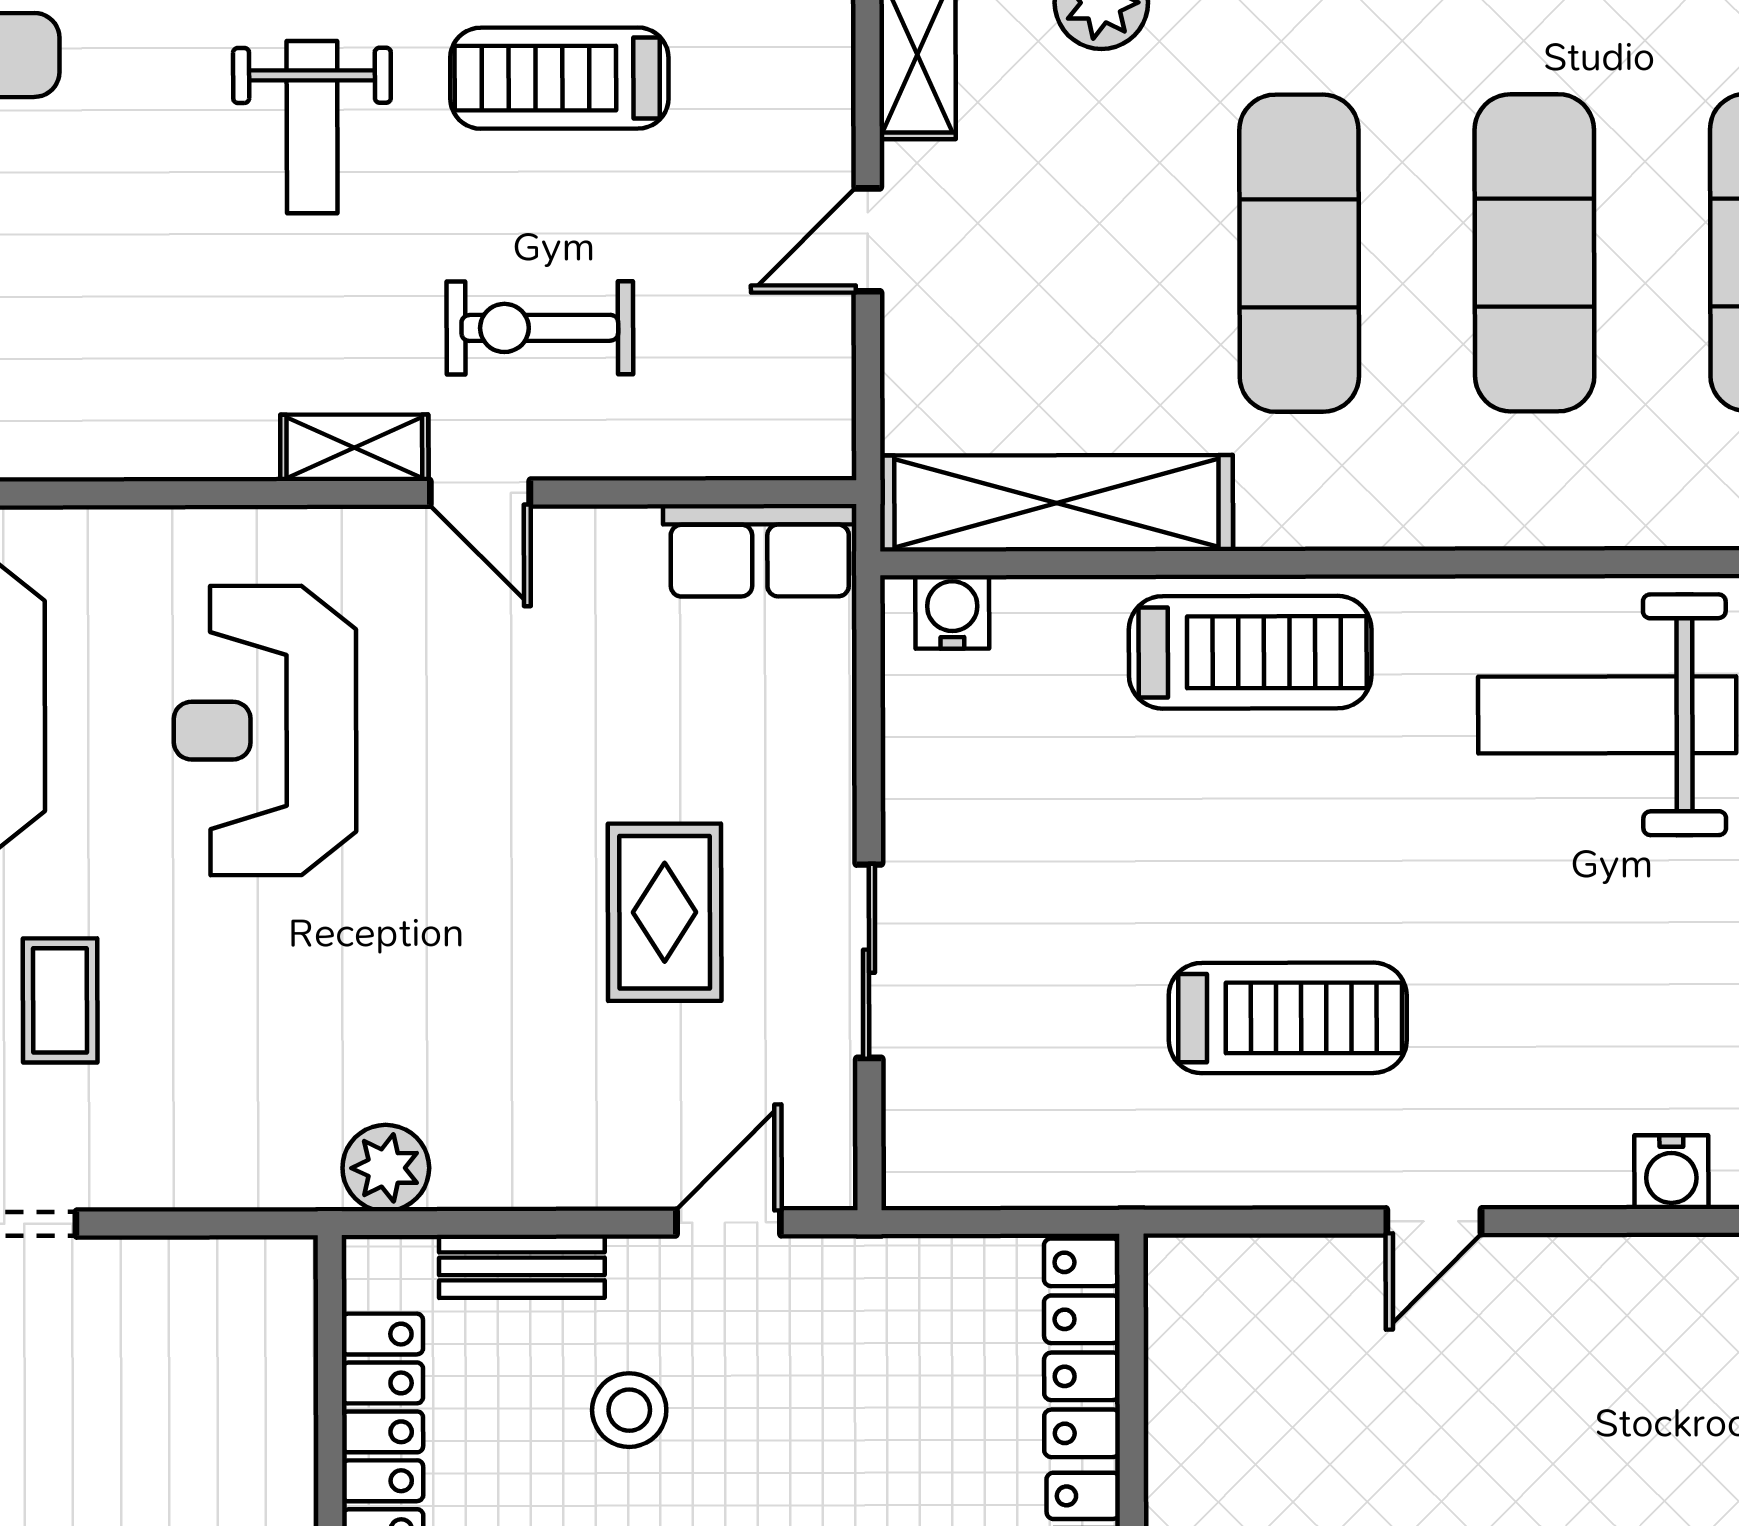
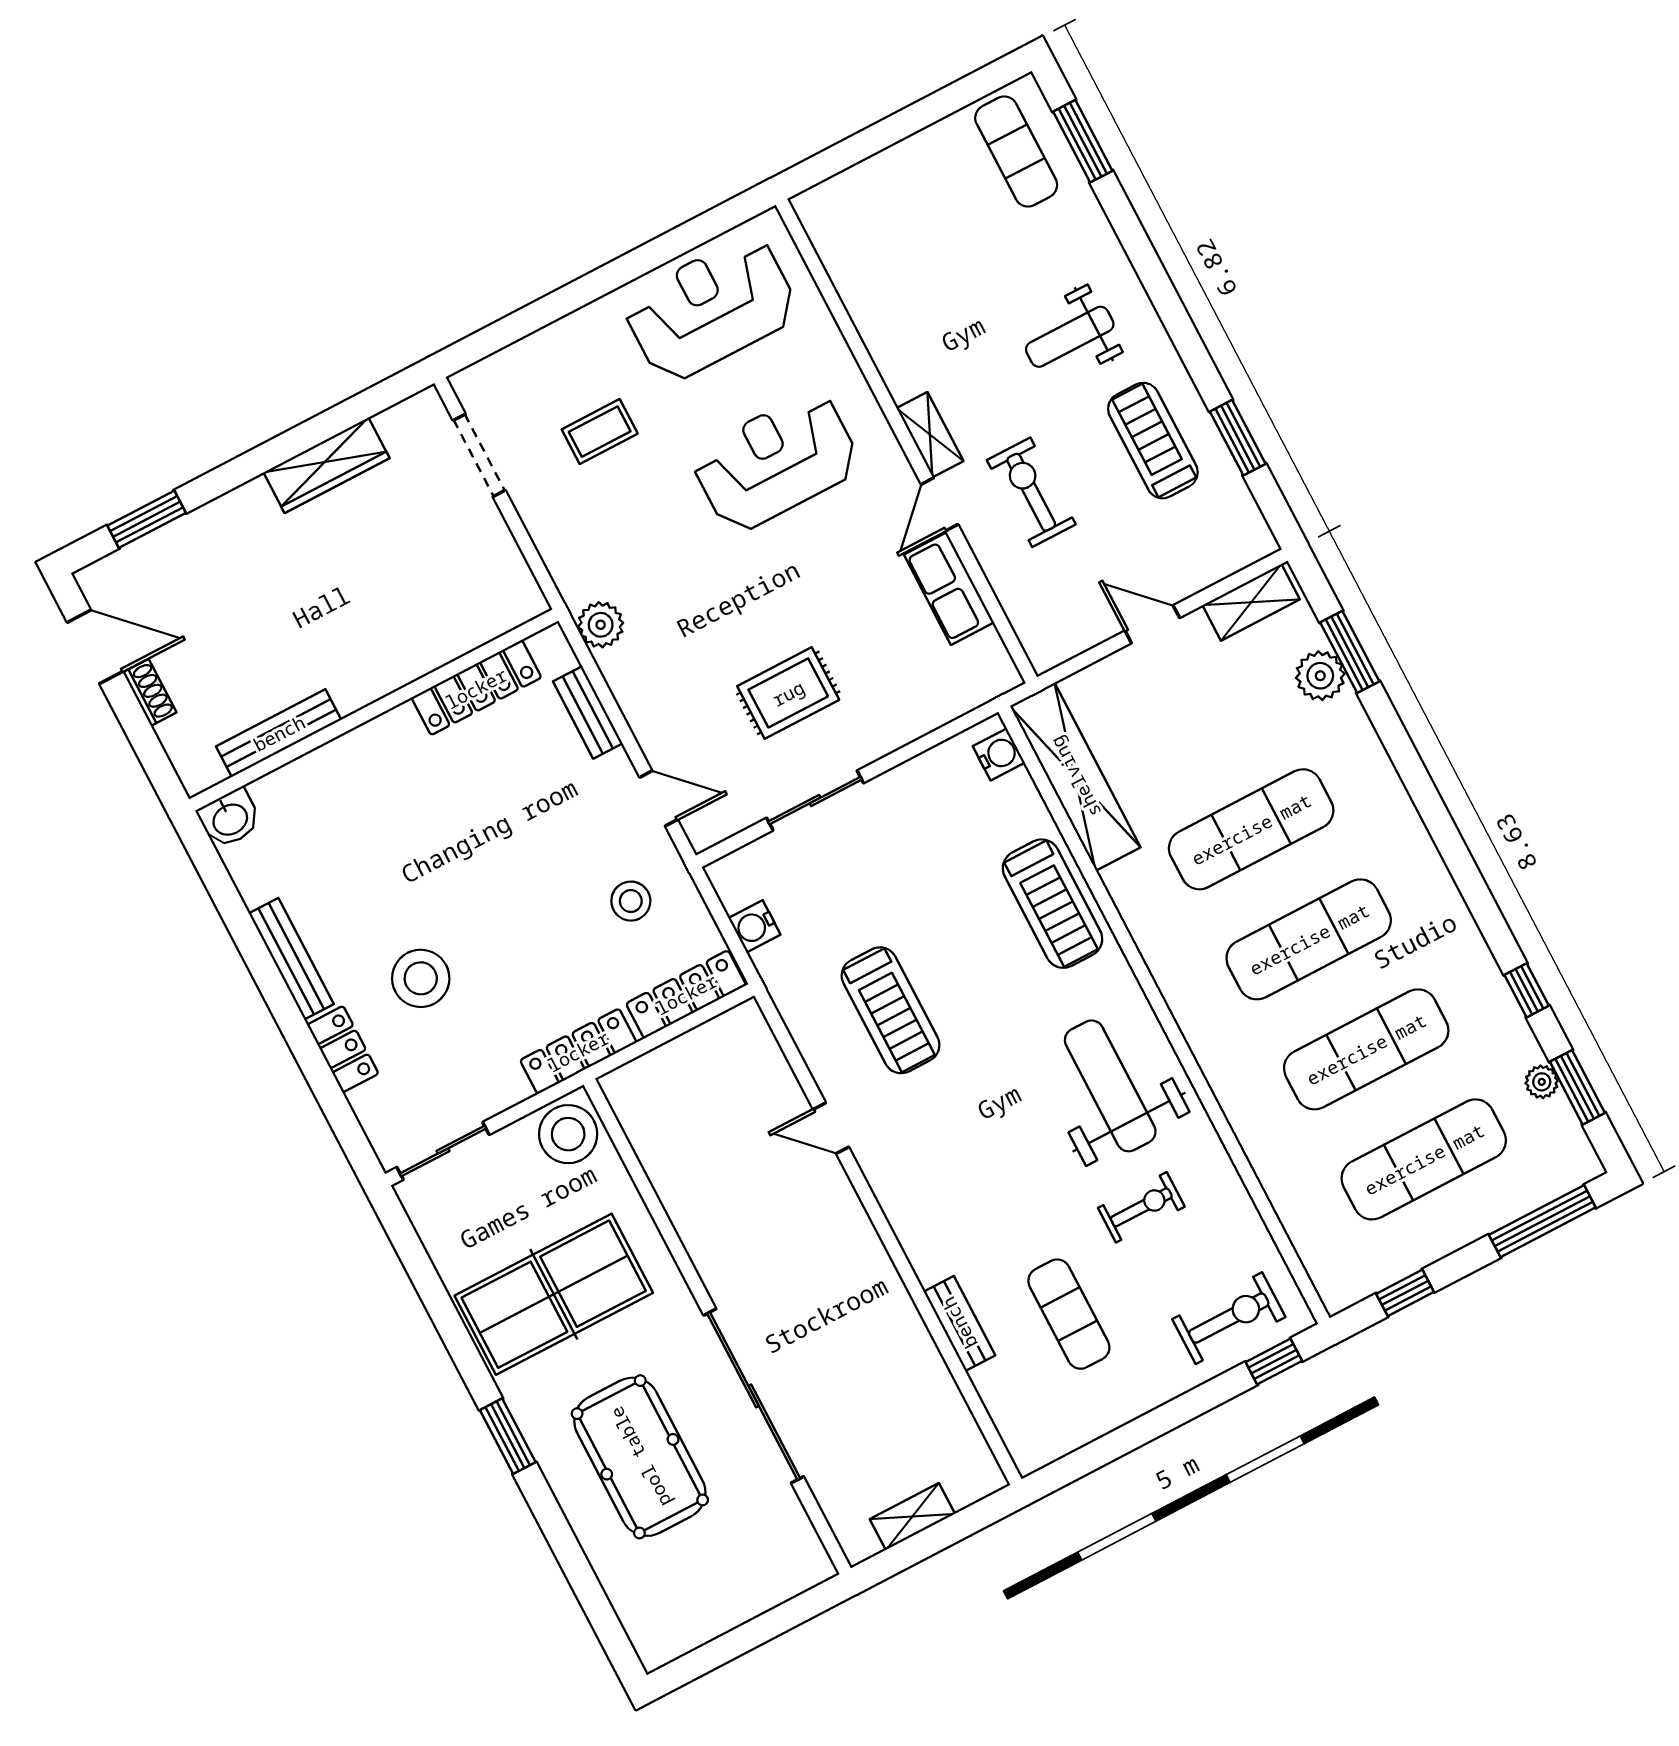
row of seats: (760, 550) -> (949, 589), moved
water cooler: (1671, 1172) -> (754, 926), moved
stool: (629, 1410) -> (631, 901), moved

